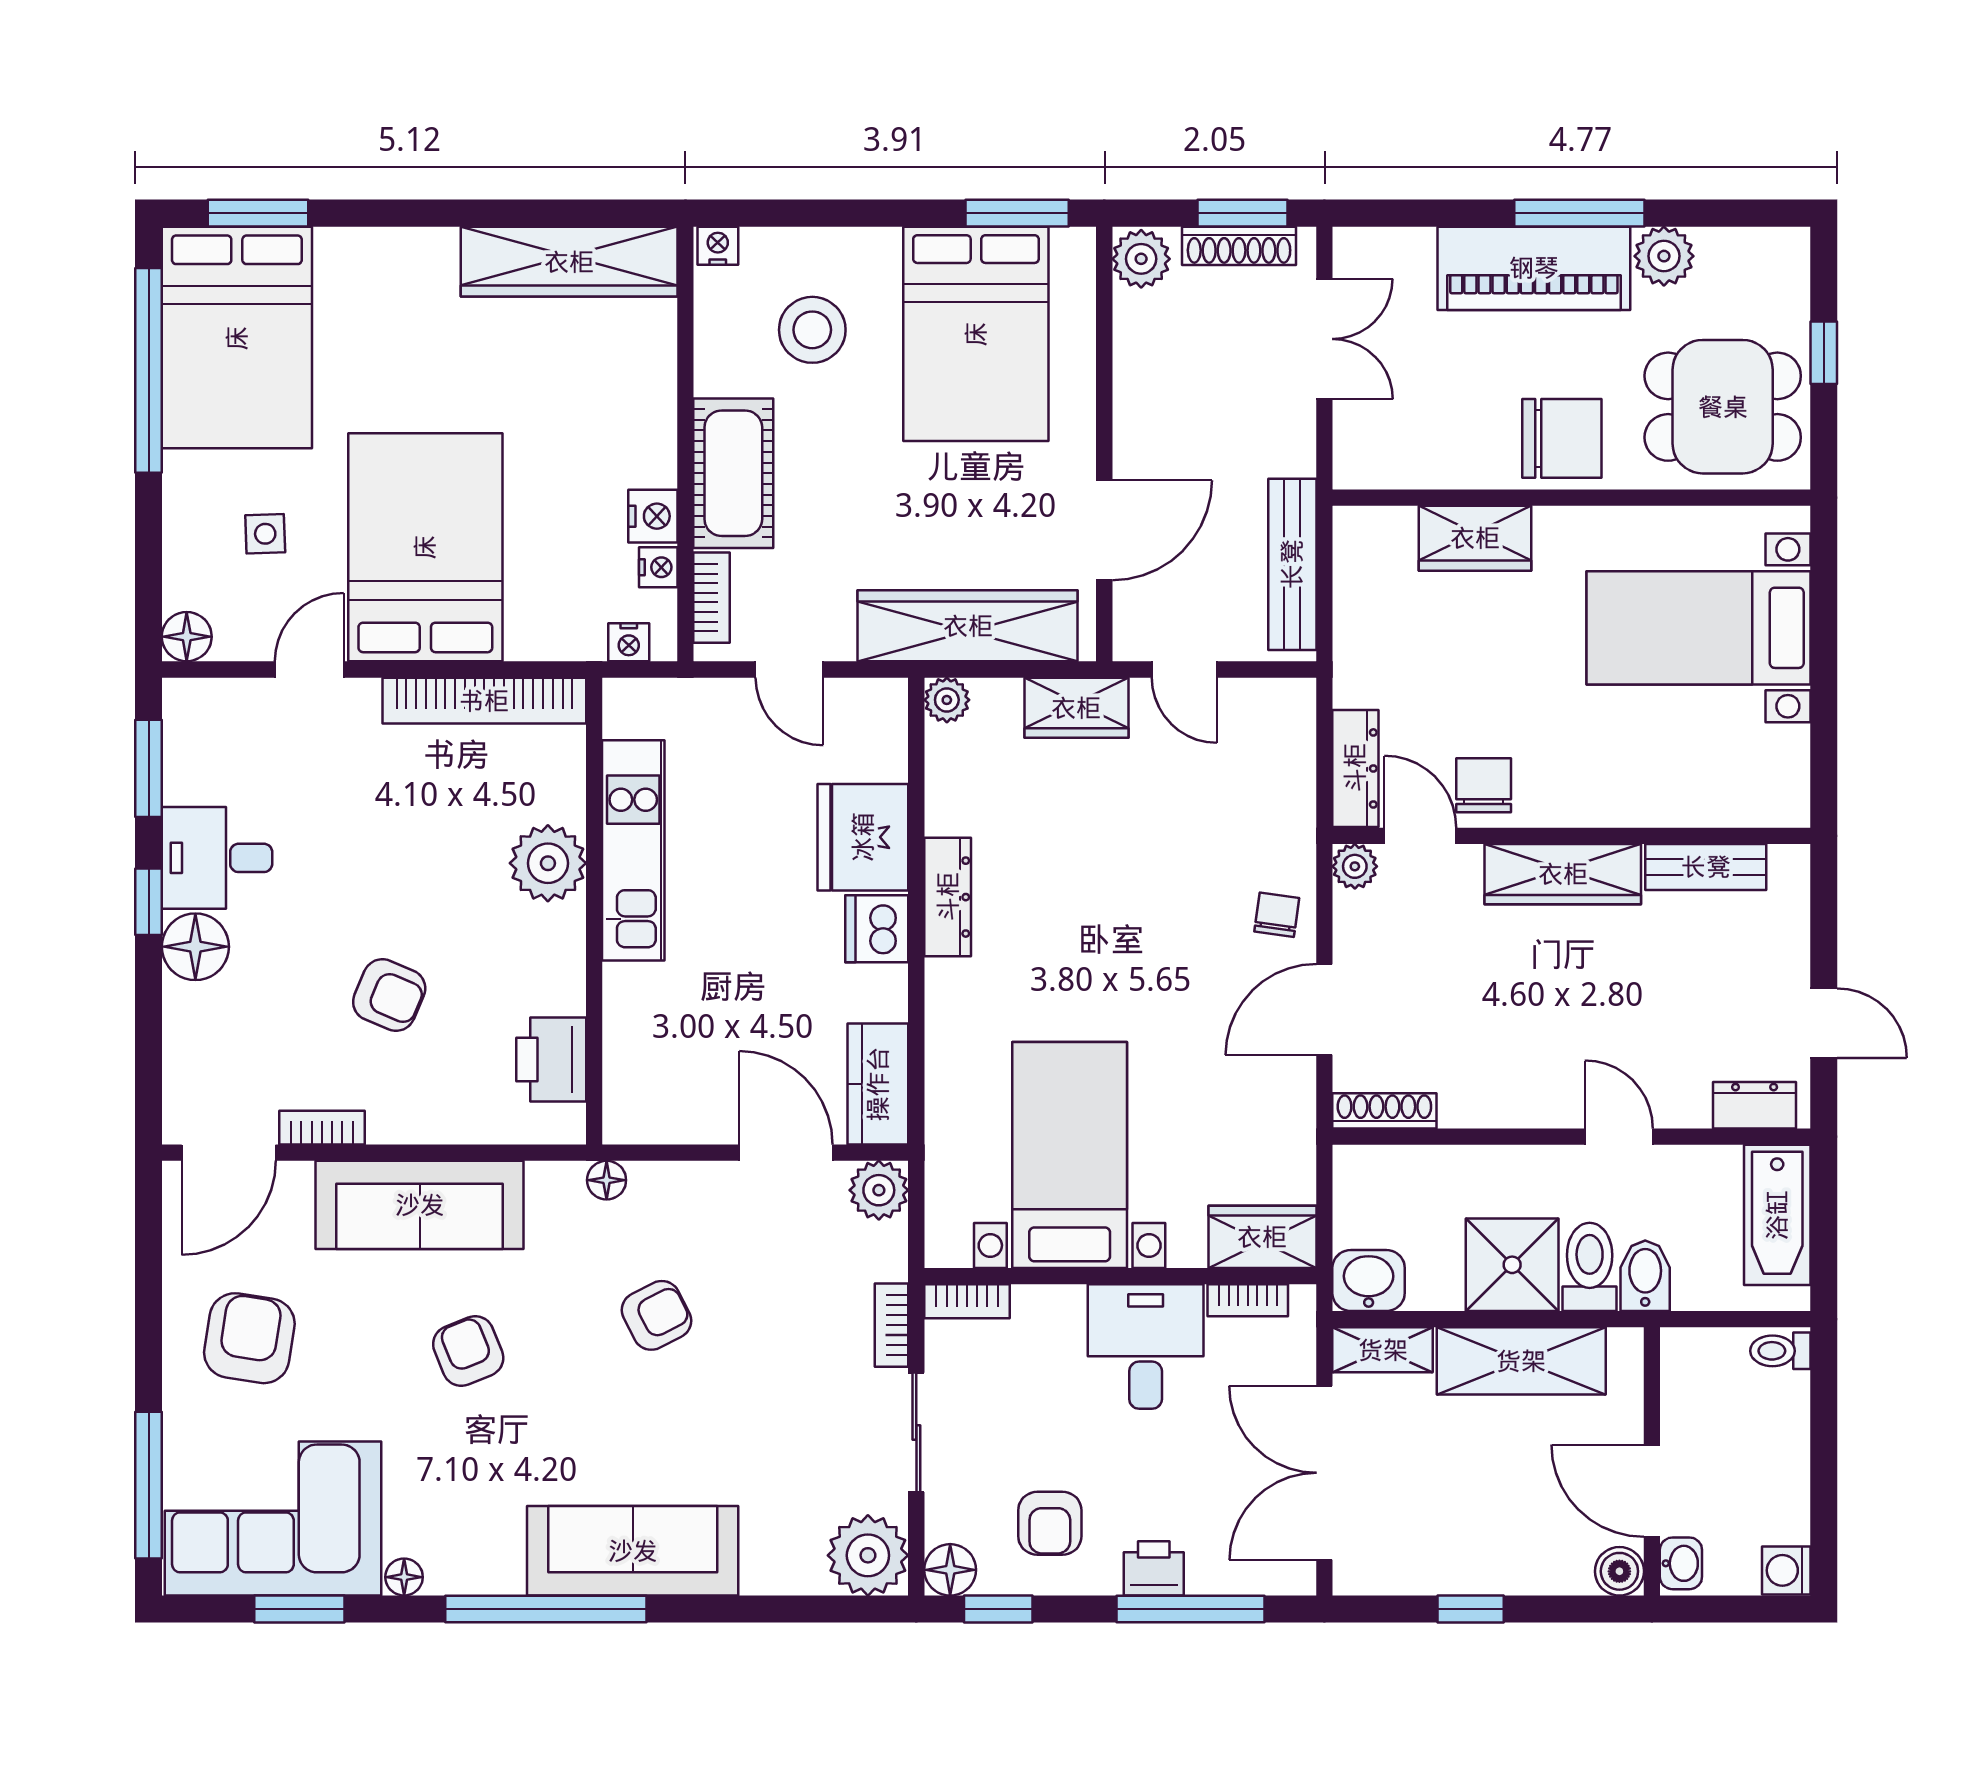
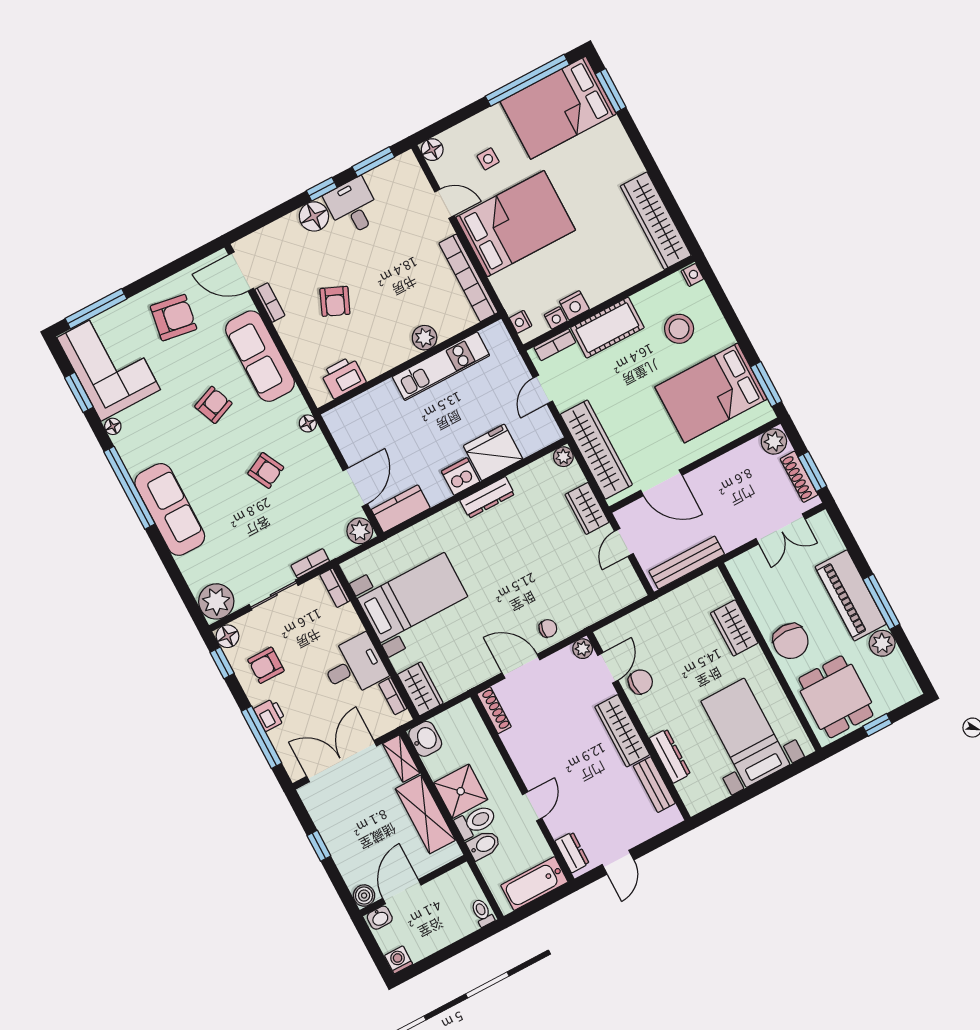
dresser: (1355, 768) -> (670, 756), moved, turned -90
plant: (548, 863) -> (425, 338), width x0.73, depth x0.73

